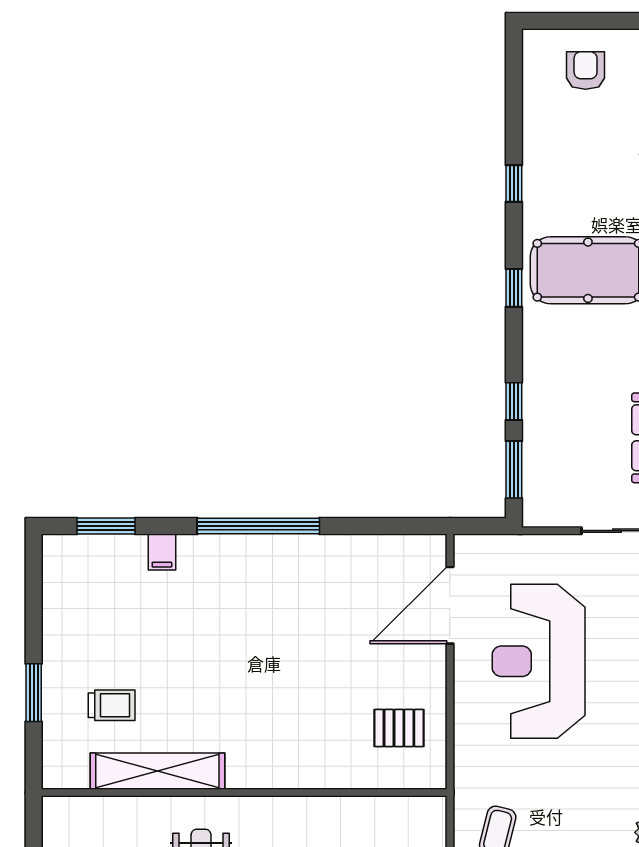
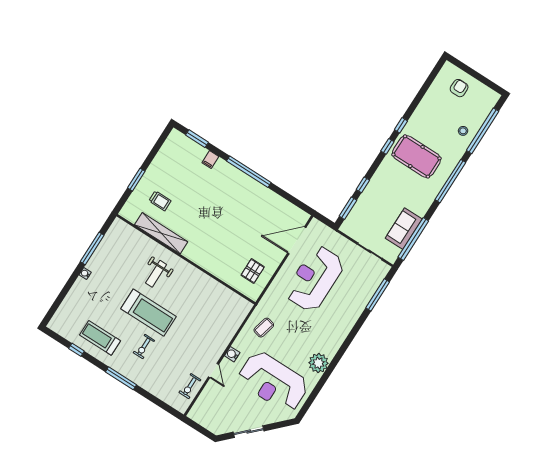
window: (514, 183) -> (401, 125), moved
pallet: (399, 728) -> (253, 271), turned 90

